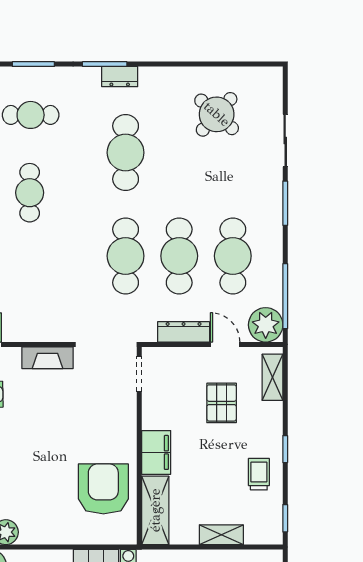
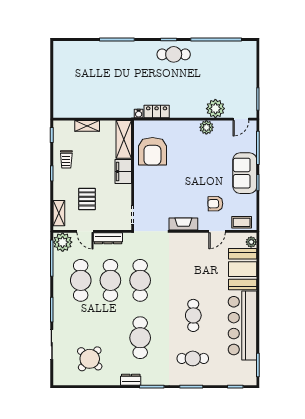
dresser: (120, 77) -> (131, 380), moved

